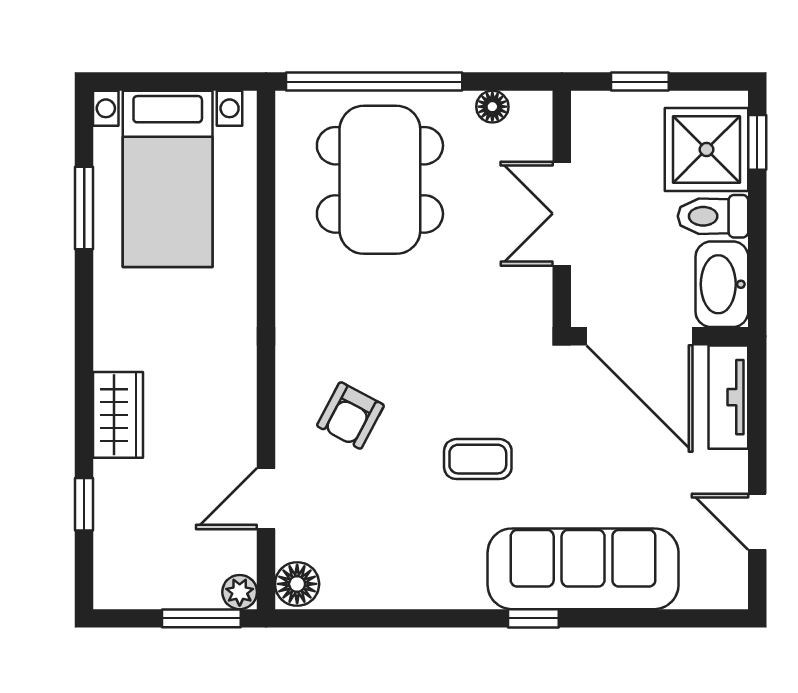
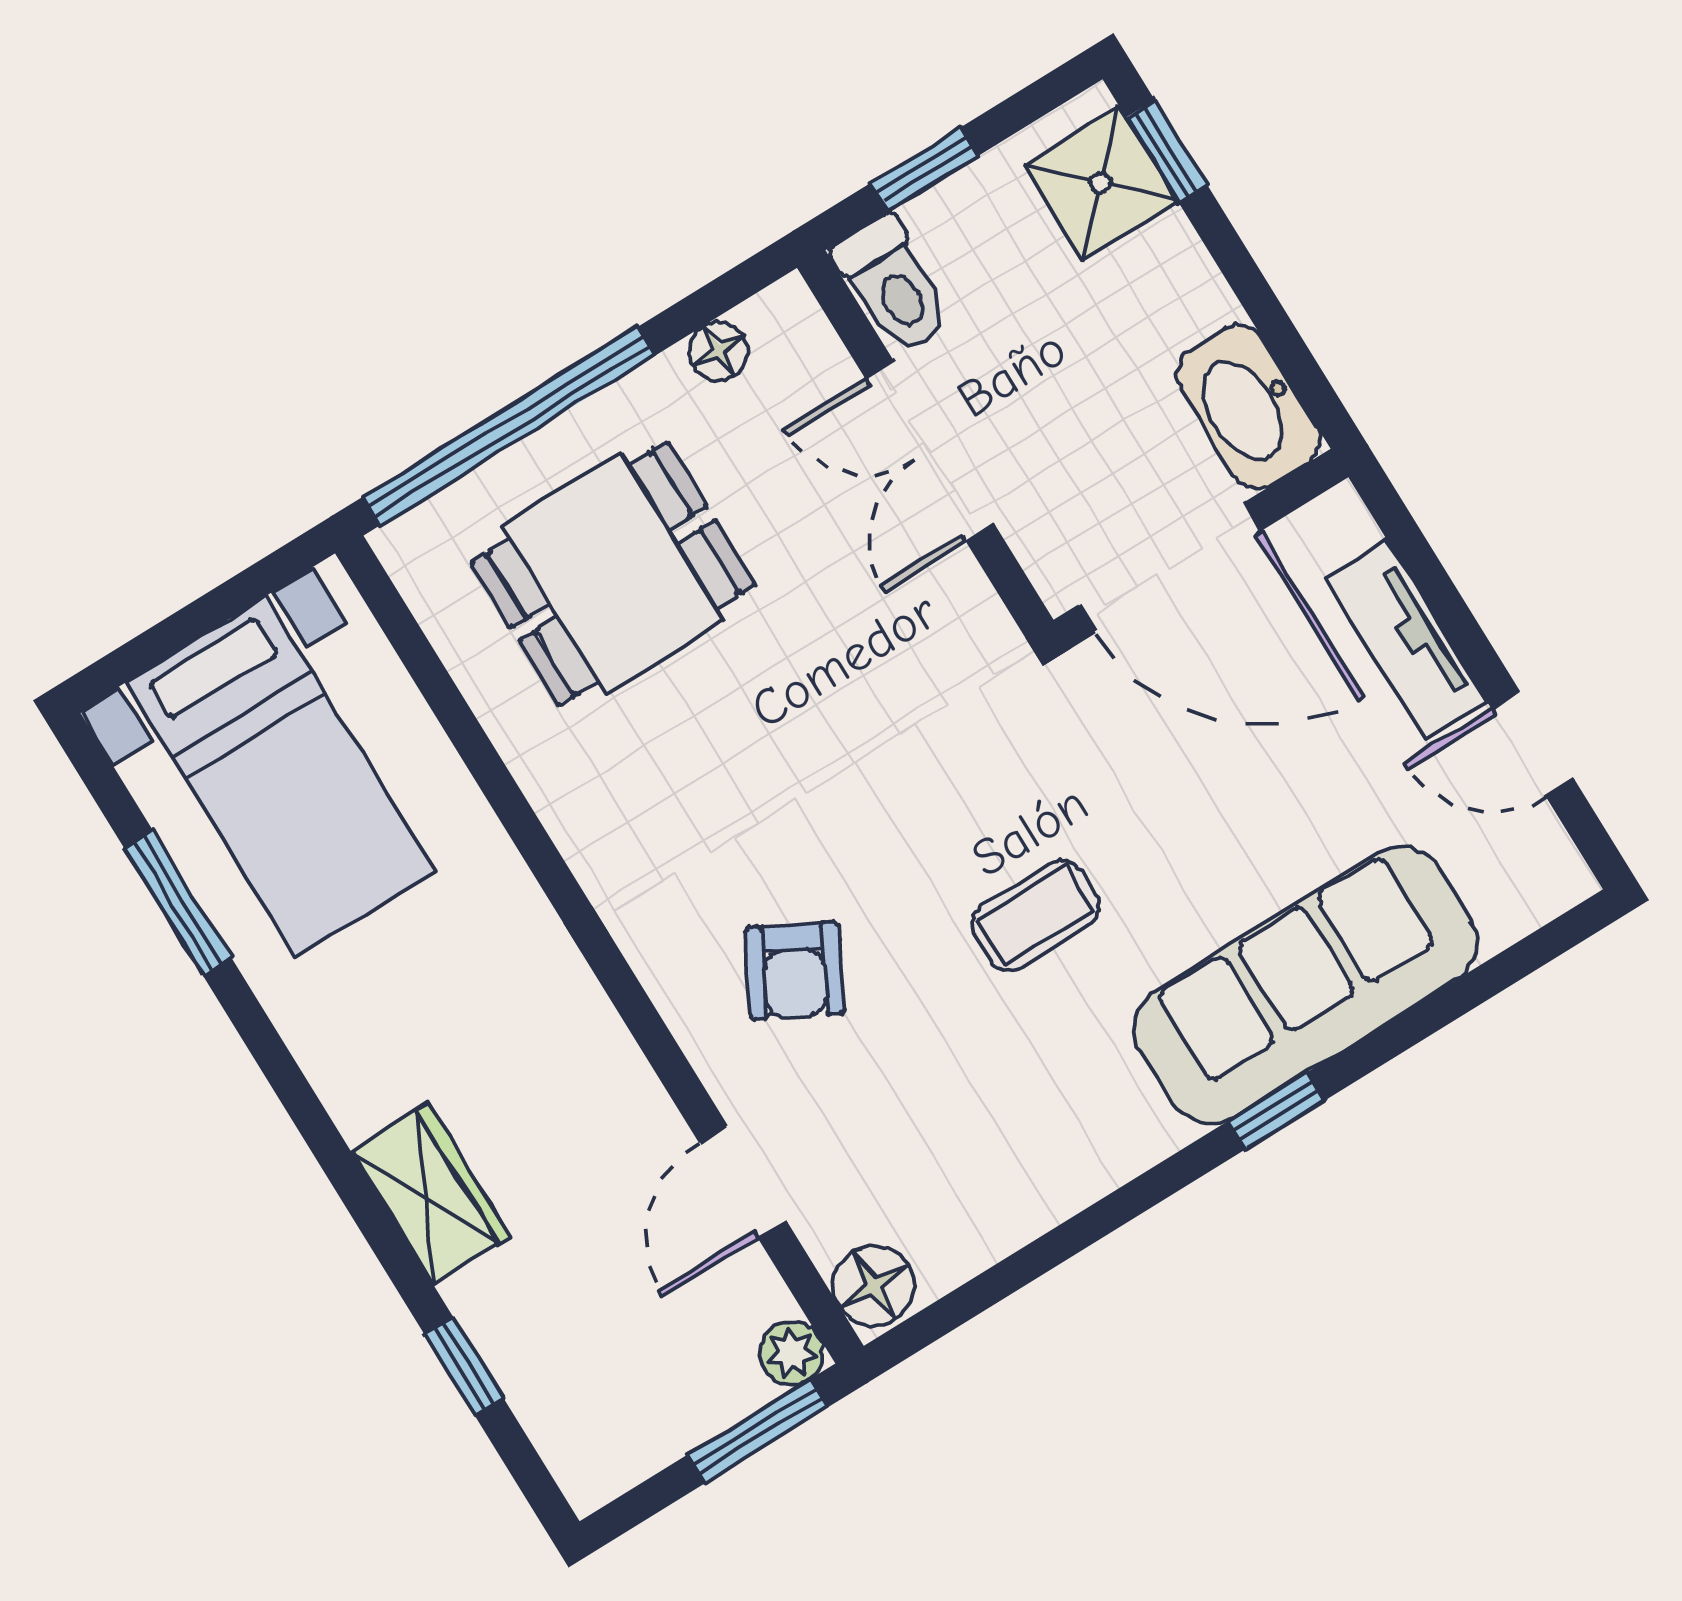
shower: (706, 149) -> (1101, 183), width x0.73, depth x0.73
dining table: (380, 180) -> (613, 574), width x0.73
toilet: (713, 216) -> (893, 285), moved, turned -90
tv unit: (728, 397) -> (1406, 640), moved

